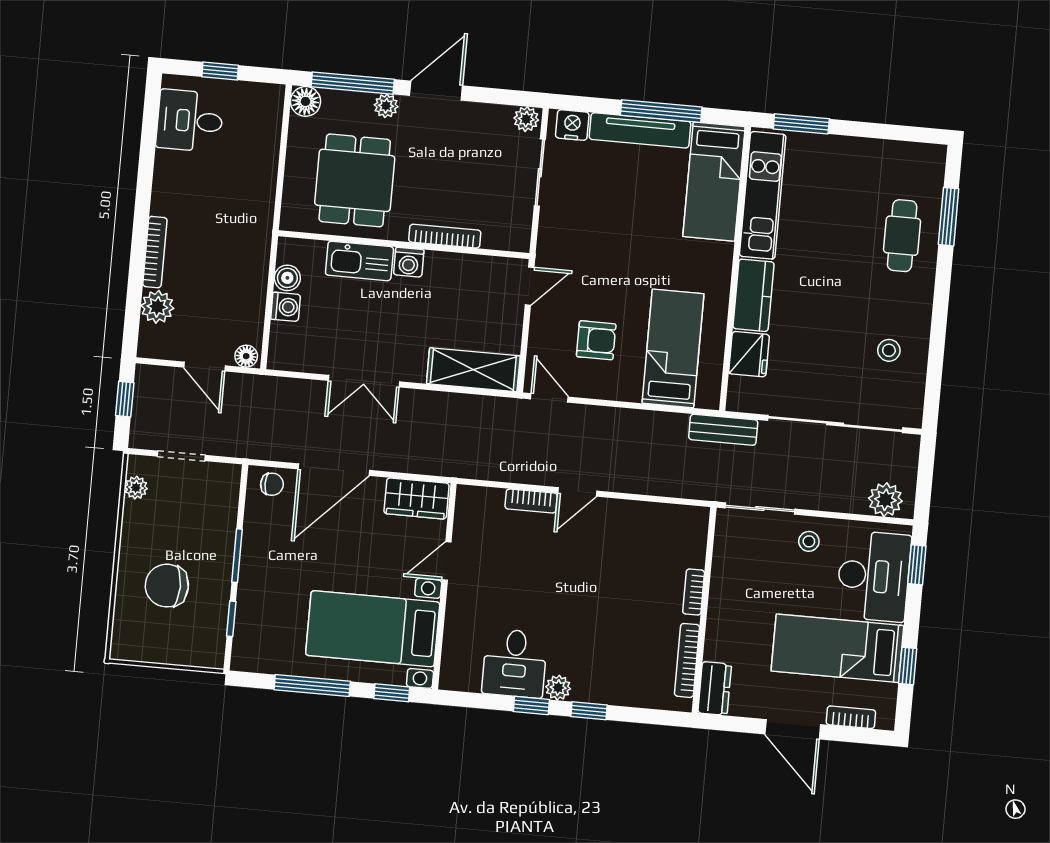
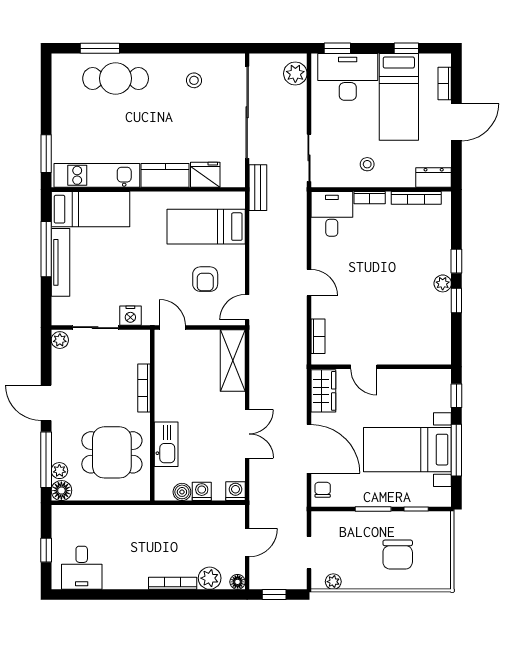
plant: (386, 106) -> (59, 471), moved
nightstand: (572, 125) -> (130, 316), moved, turned -90
cafe table: (902, 236) -> (116, 78), width x1.37, depth x1.35
washing machine: (409, 262) -> (236, 491), moved, turned -90
armchair: (596, 340) -> (205, 279), turned 180
floor lamp: (246, 356) -> (238, 582), moved
bookcase: (531, 501) -> (318, 336), moved
stool: (809, 541) -> (367, 164), moved
bed with nightstands: (373, 629) -> (407, 450), moved, turned 90
desk: (515, 663) -> (332, 214), moved, turned -90

